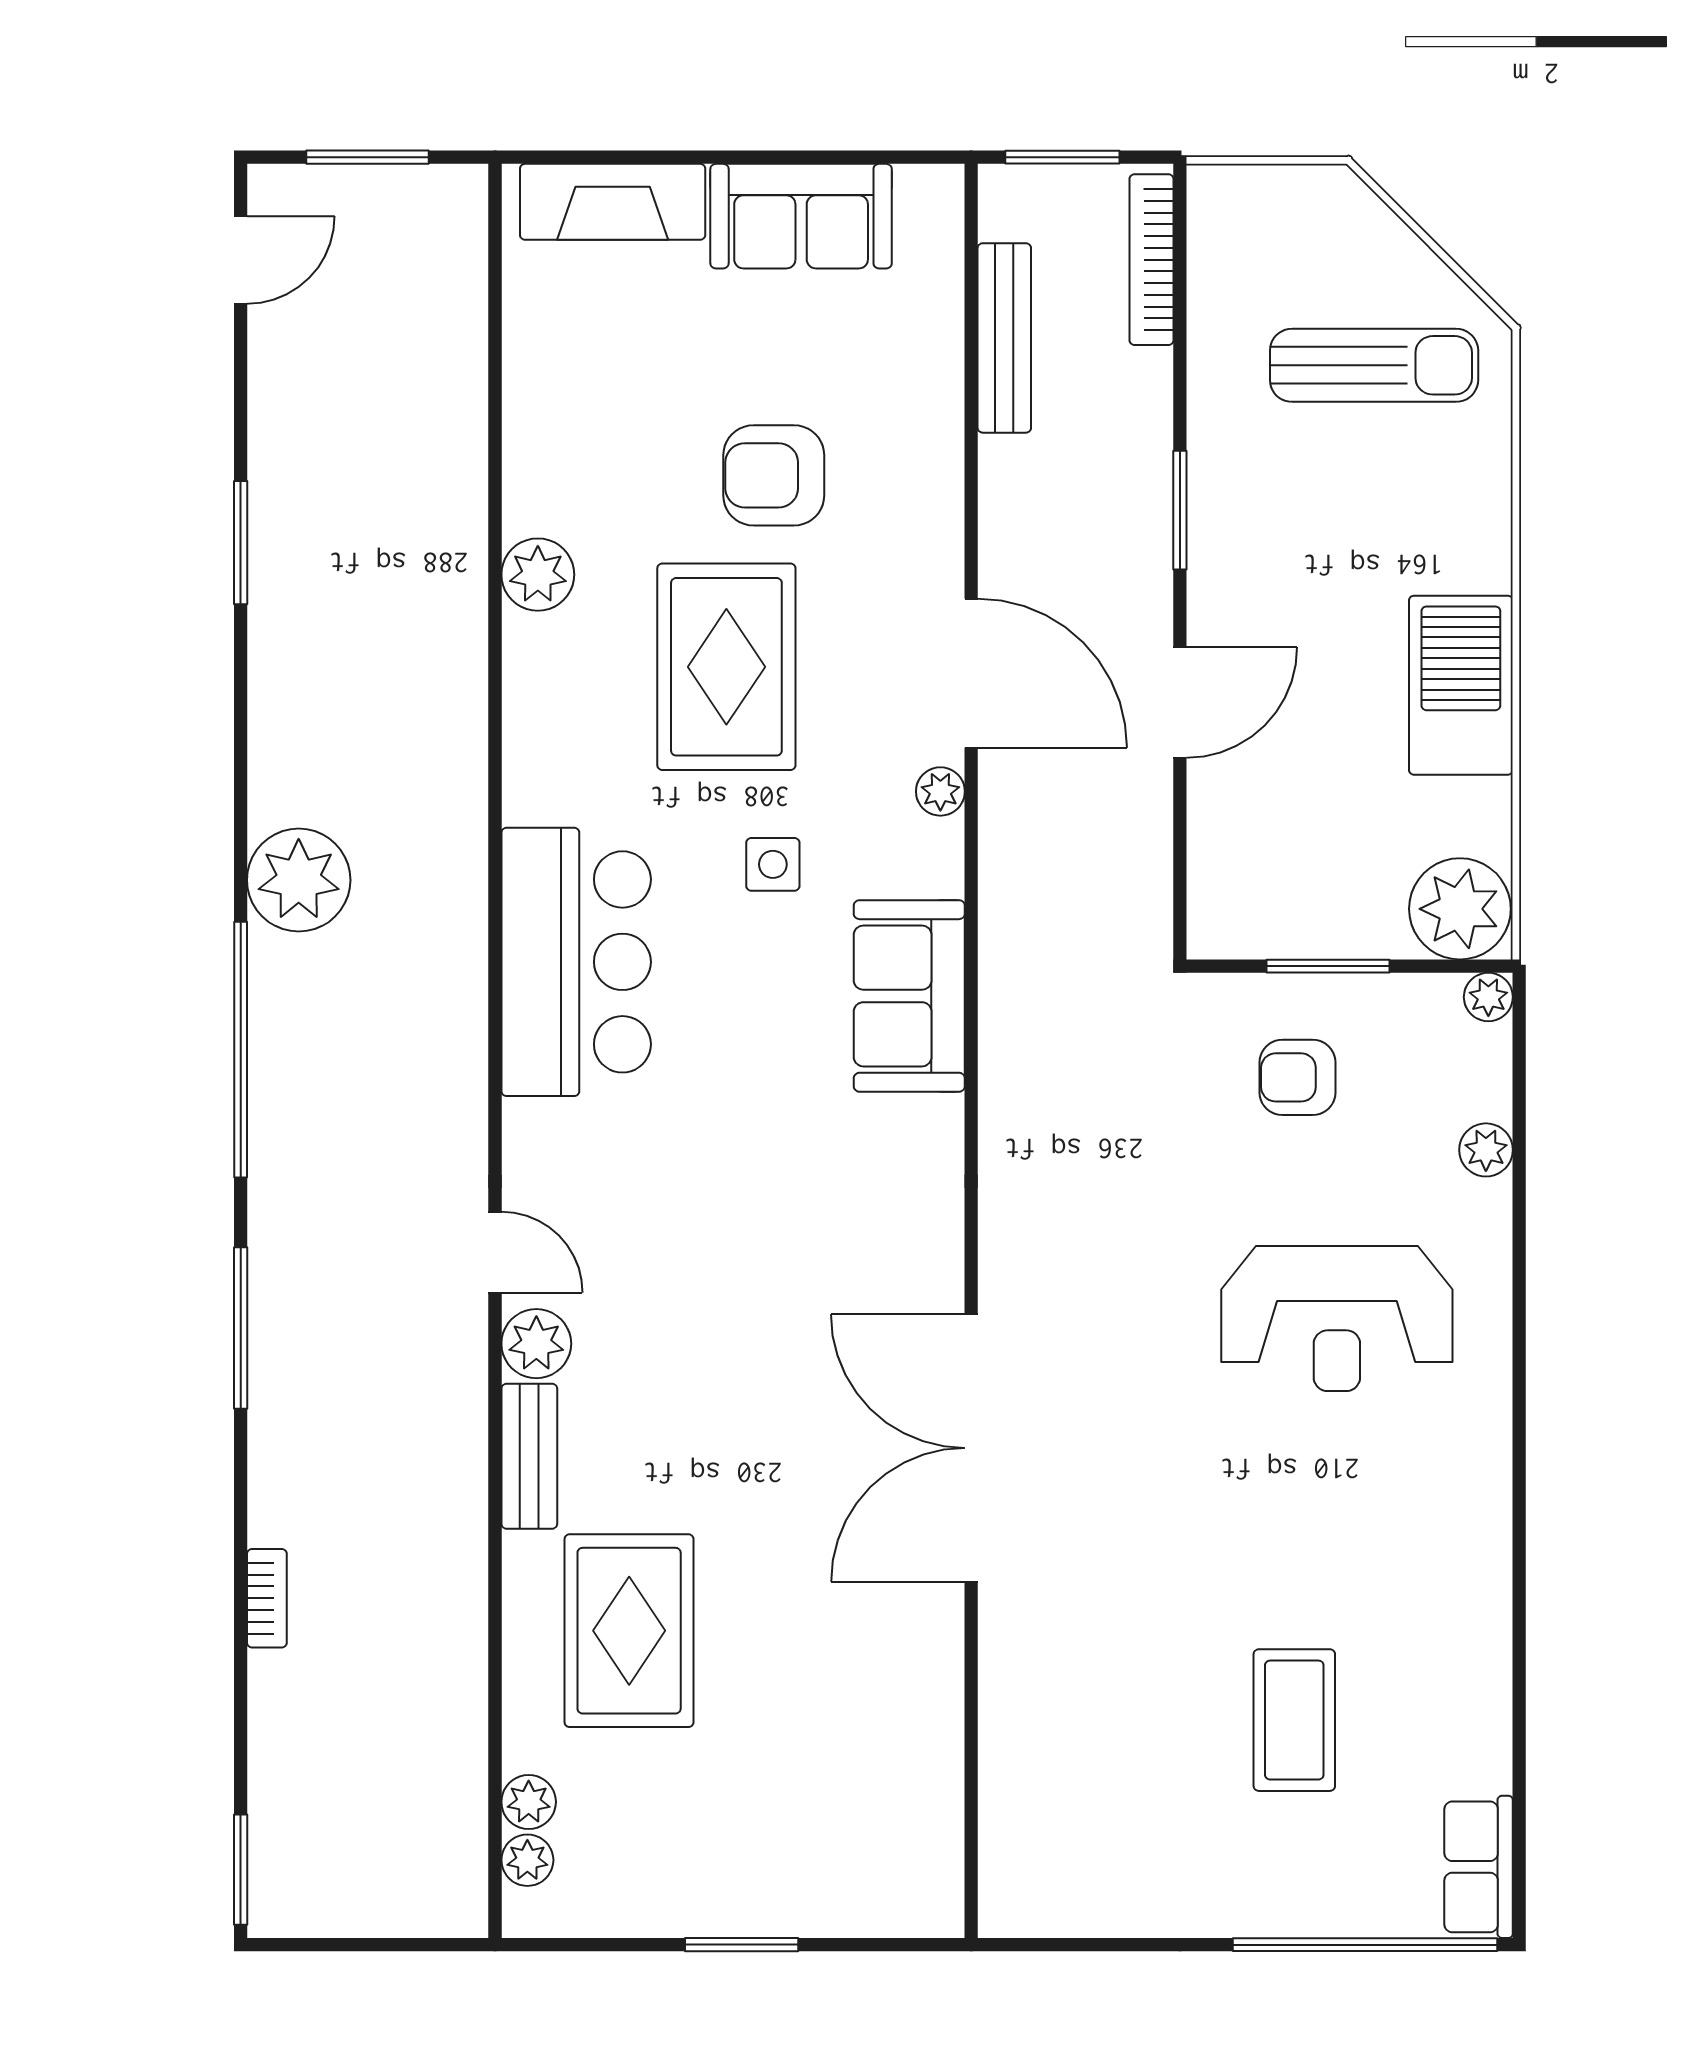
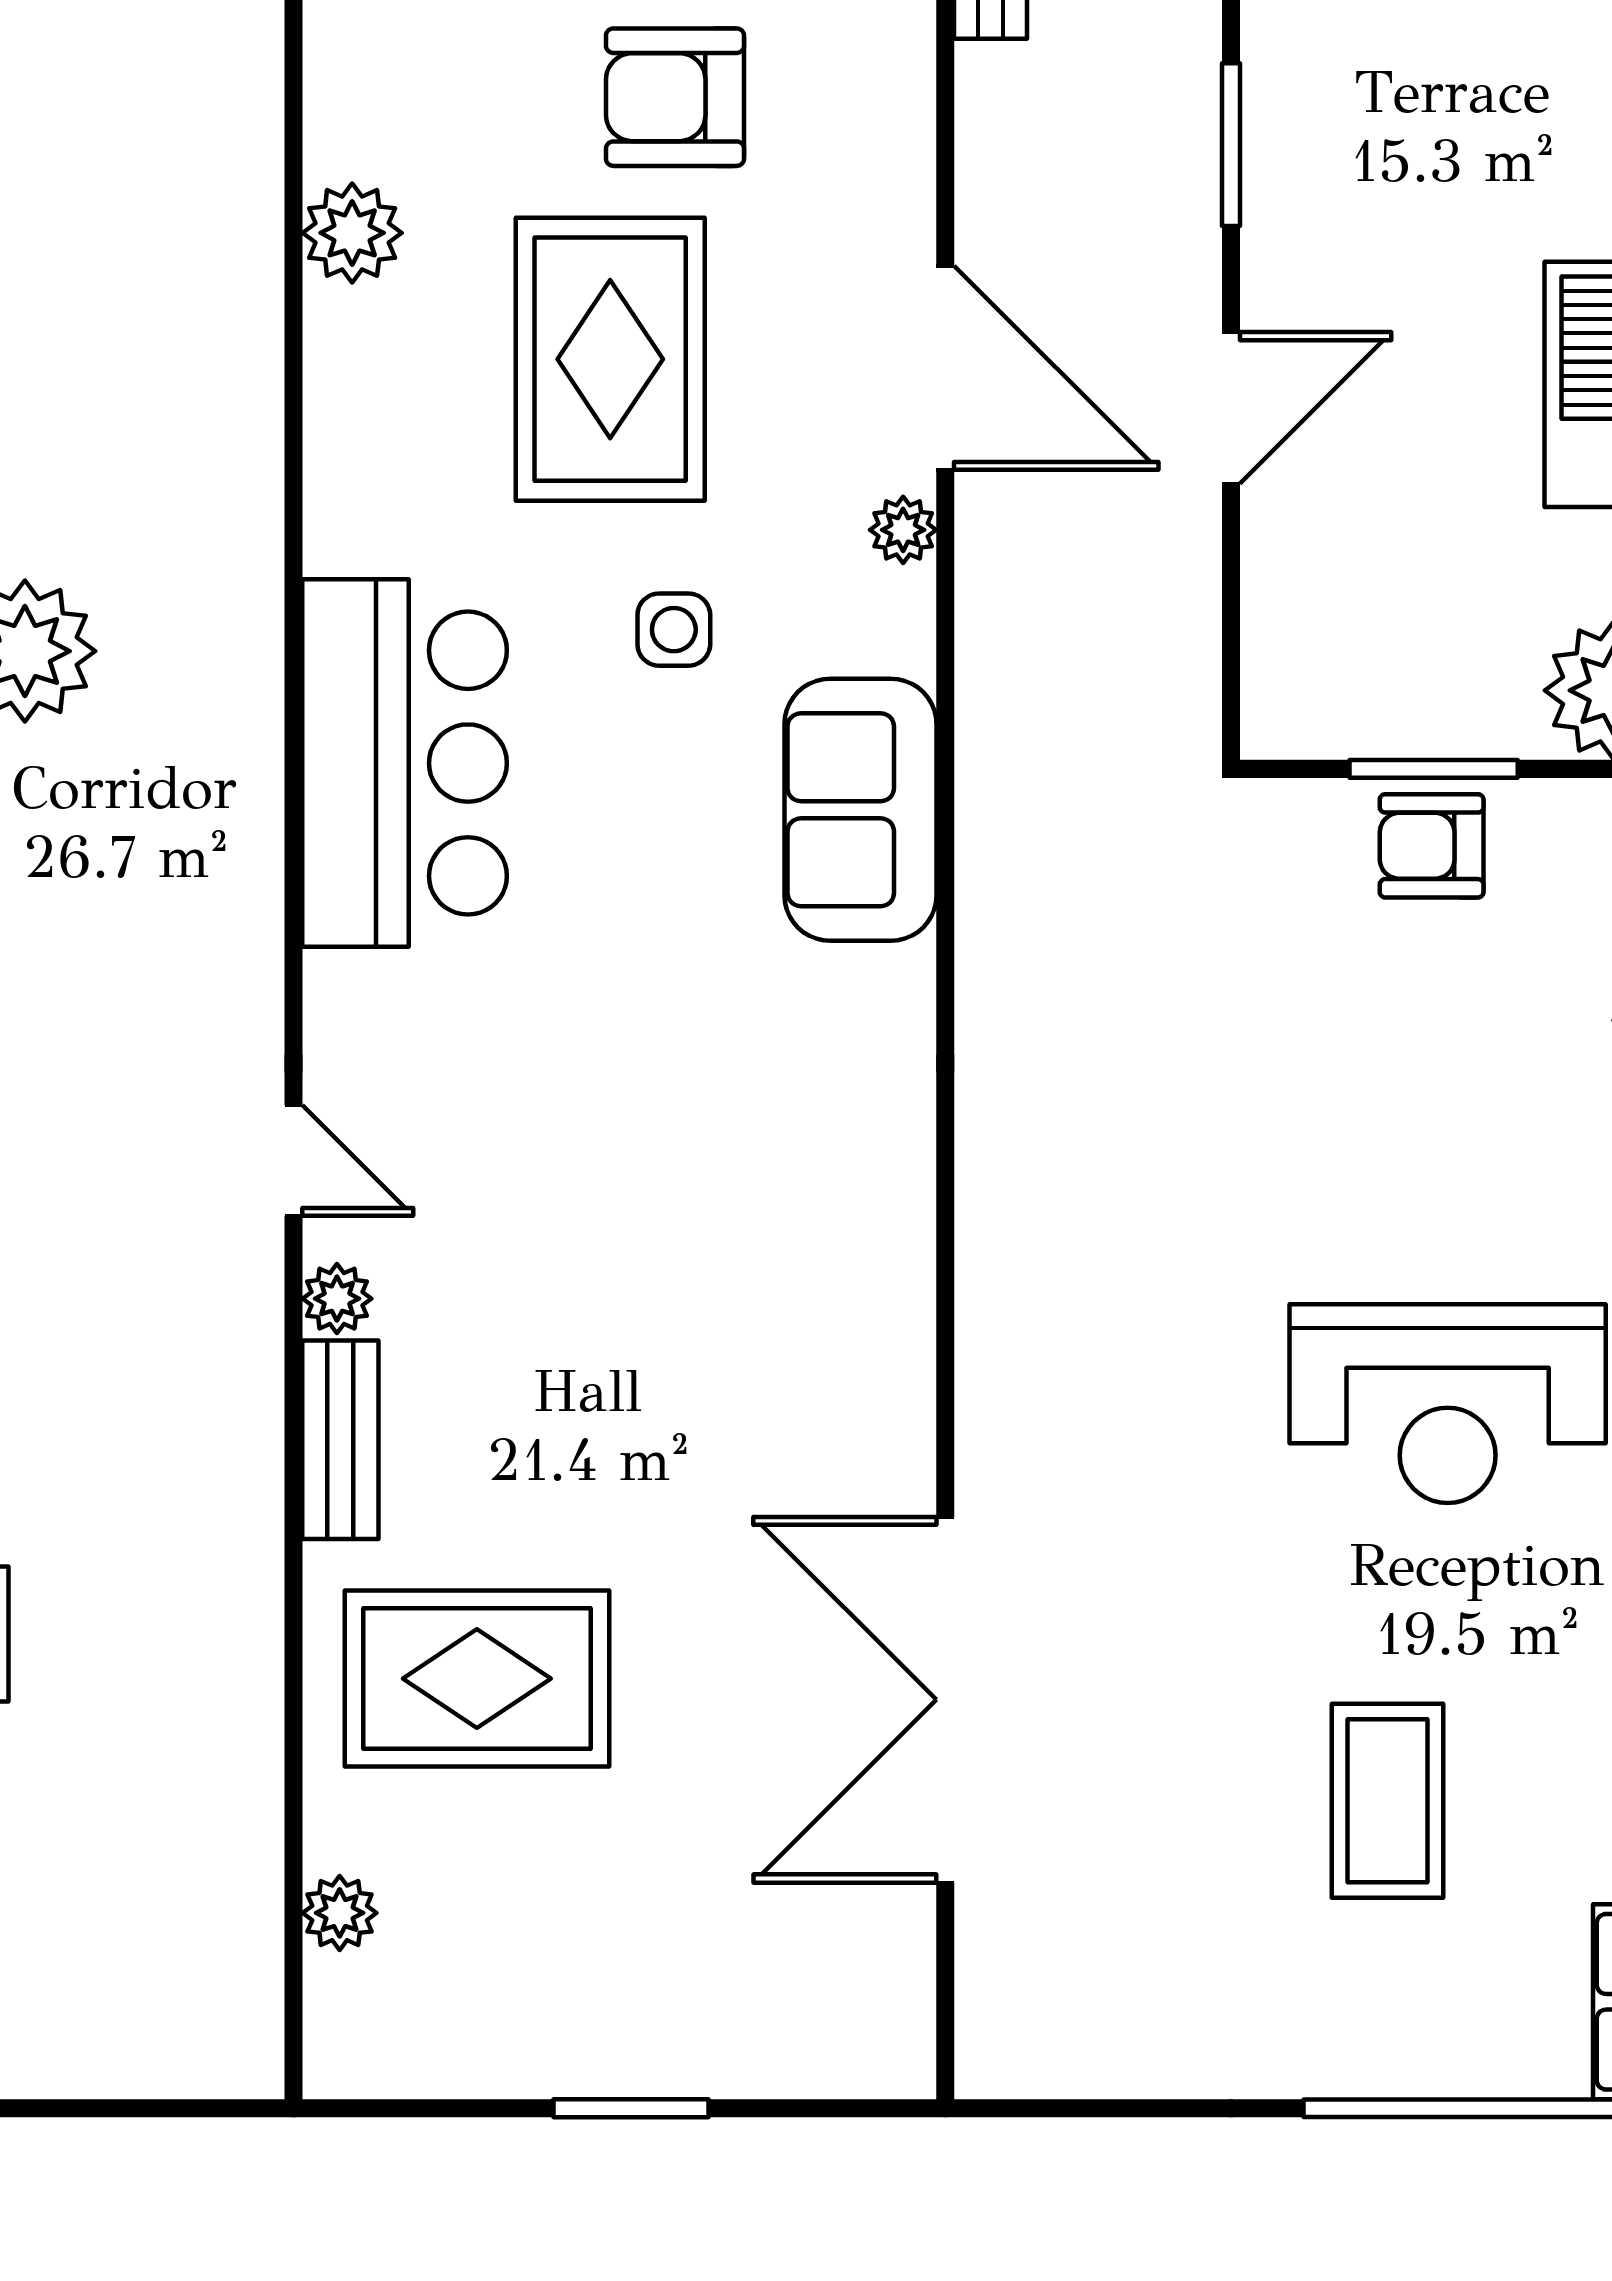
armchair: (1298, 1077) -> (1432, 846), moved
reception desk: (1337, 1319) -> (1448, 1404), moved
plant: (536, 1344) -> (337, 1299), width x0.73, depth x0.73
double door: (971, 1448) -> (945, 1700), moved
rug: (629, 1631) -> (477, 1679), turned 90
plant: (527, 1860) -> (338, 1993), removed

